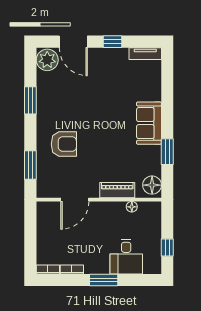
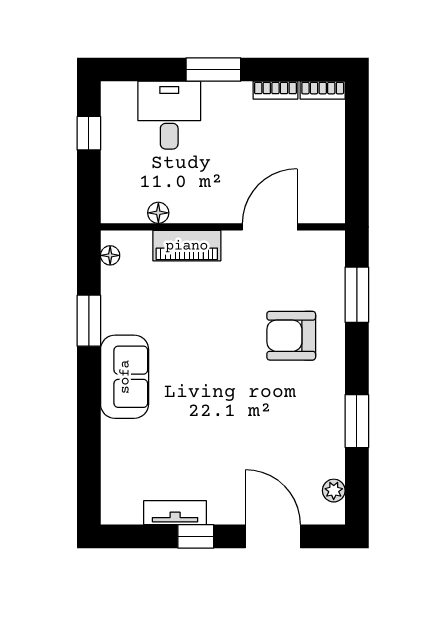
tv unit: (145, 54) -> (175, 513), moved
plant: (47, 60) -> (334, 491), width x0.53, depth x0.53
floor lamp: (152, 185) -> (110, 255), width x0.53, depth x0.53

